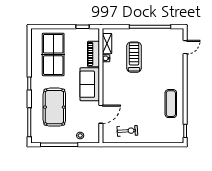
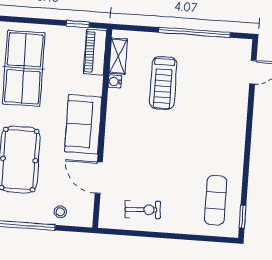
piano: (93, 54) -> (95, 52), moved
treadmill: (134, 57) -> (163, 83), turned 180
exercise mat: (171, 104) -> (216, 200), moved
door: (101, 114) -> (99, 178), swing flipped

